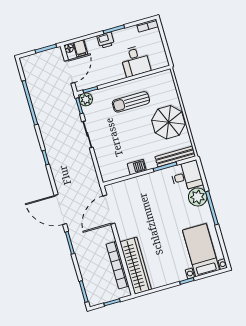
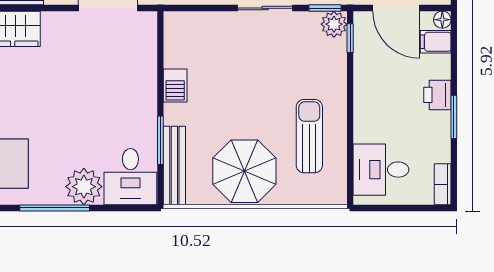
desk: (135, 61) -> (381, 170), moved
sun lounger: (131, 102) -> (309, 136), moved

